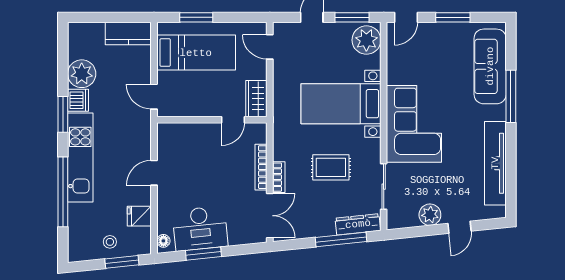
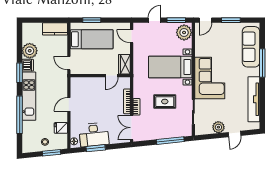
double door: (270, 216) -> (132, 128), swing flipped
dresser: (358, 224) -> (179, 132), removed

